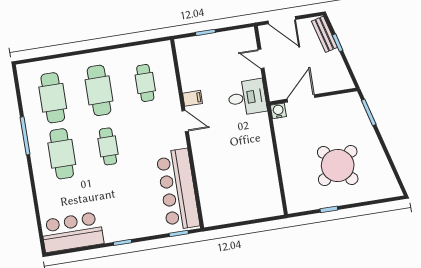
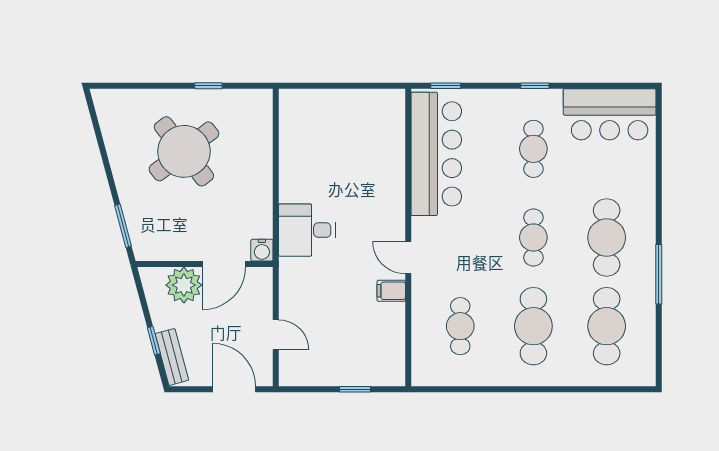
plant: (324, 81) -> (184, 285), added
desk: (247, 97) -> (307, 230), moved
cafe table: (117, 202) -> (533, 149), added

